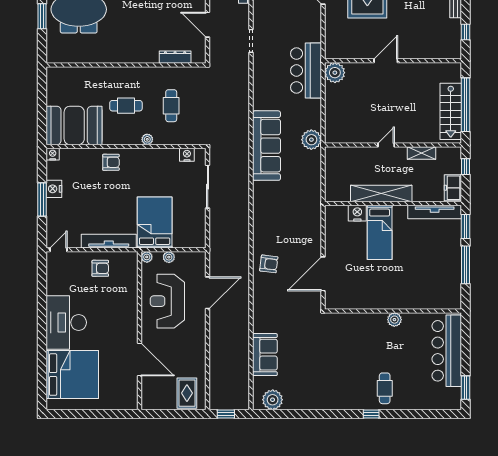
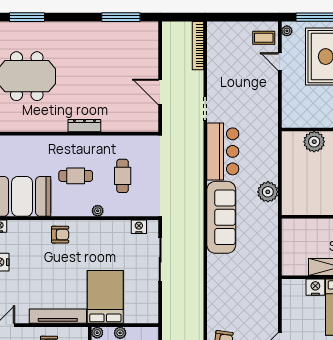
dresser: (175, 57) -> (84, 126), moved
bar counter: (306, 71) -> (223, 151), moved, turned 180
plant: (335, 73) -> (314, 142), moved
plant: (311, 140) -> (268, 192), moved

